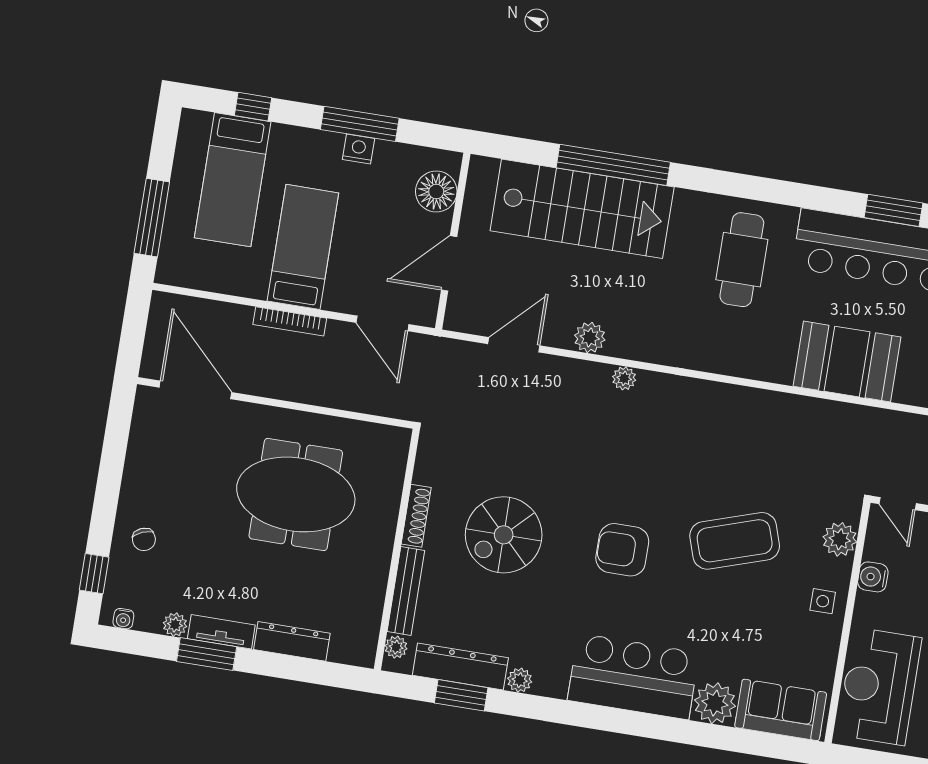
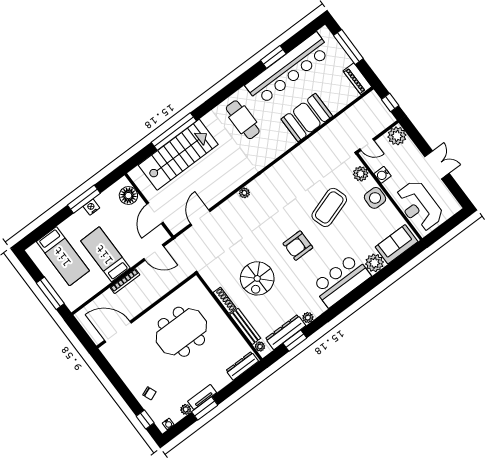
window: (253, 107) -> (46, 228), removed
plant: (590, 338) -> (221, 191), removed
side table: (823, 601) -> (375, 198), width x1.87, depth x1.87
dresser: (292, 641) -> (242, 366), moved

